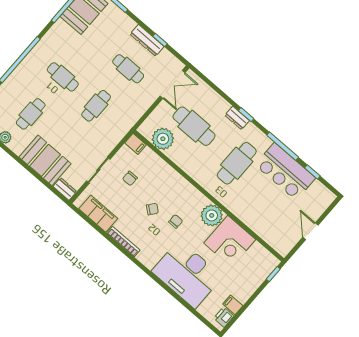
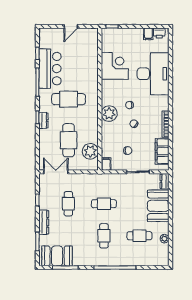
dresser: (147, 40) -> (44, 222), moved
plant: (212, 215) -> (109, 114), moved

